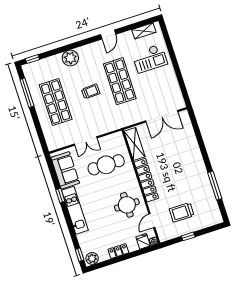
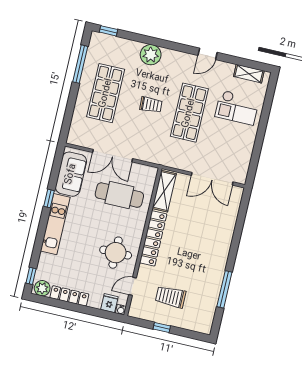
double door: (86, 141) -> (113, 156), width x1.37
locker: (118, 251) -> (69, 296), width x1.53

